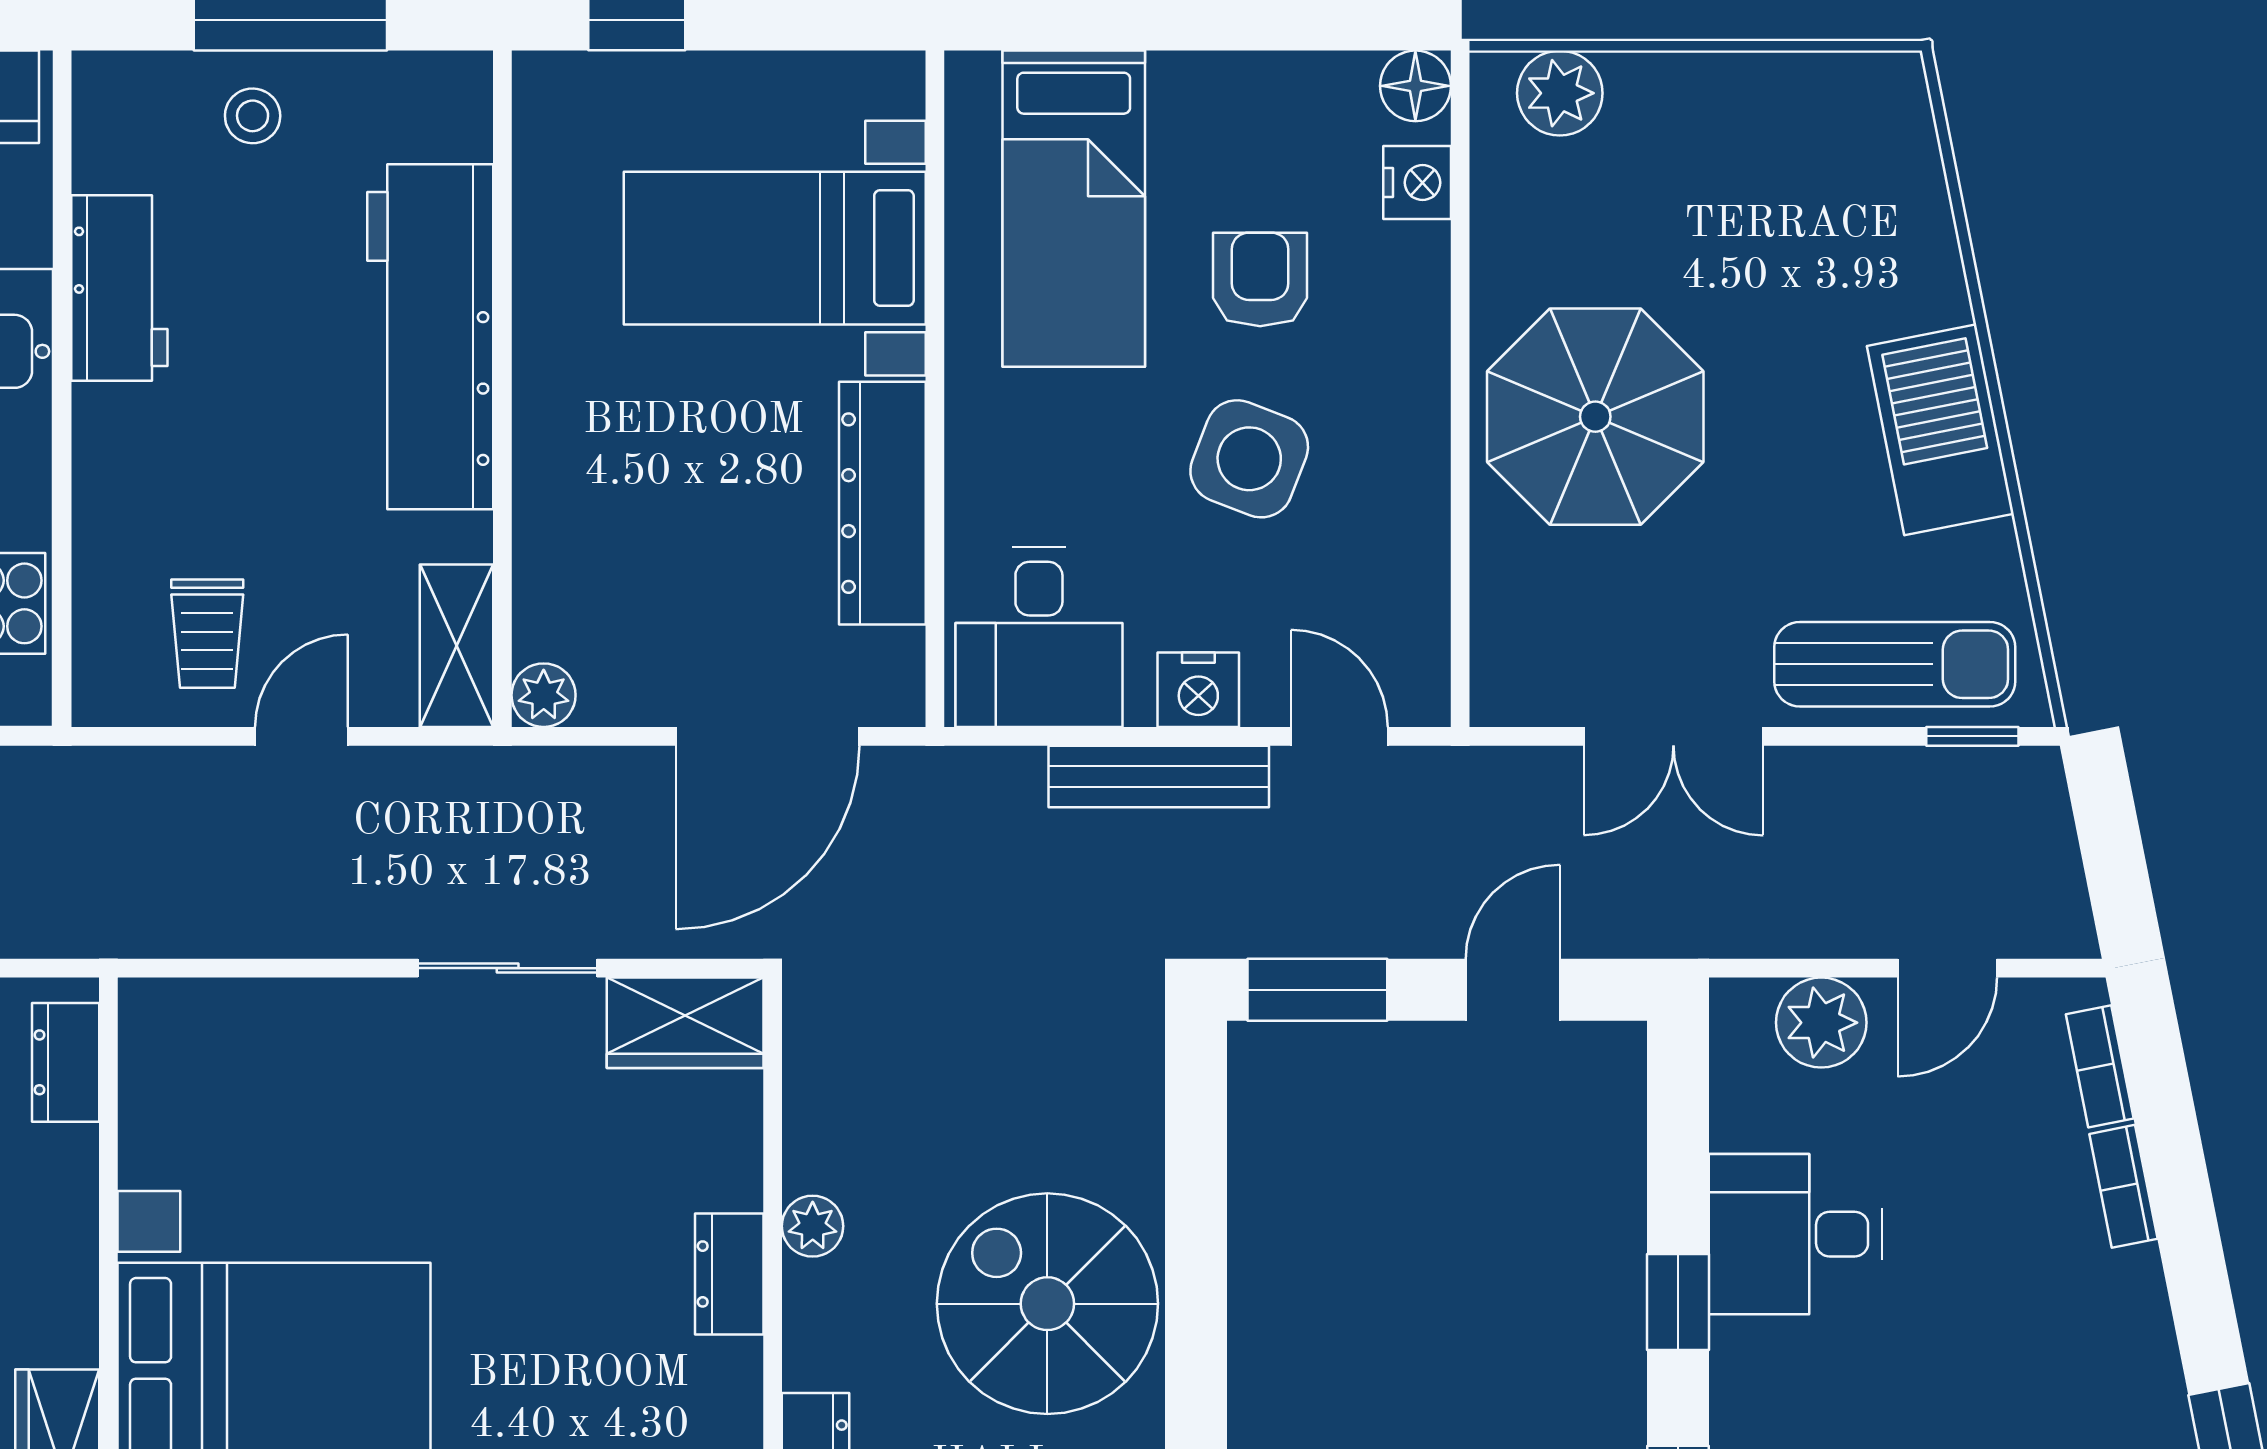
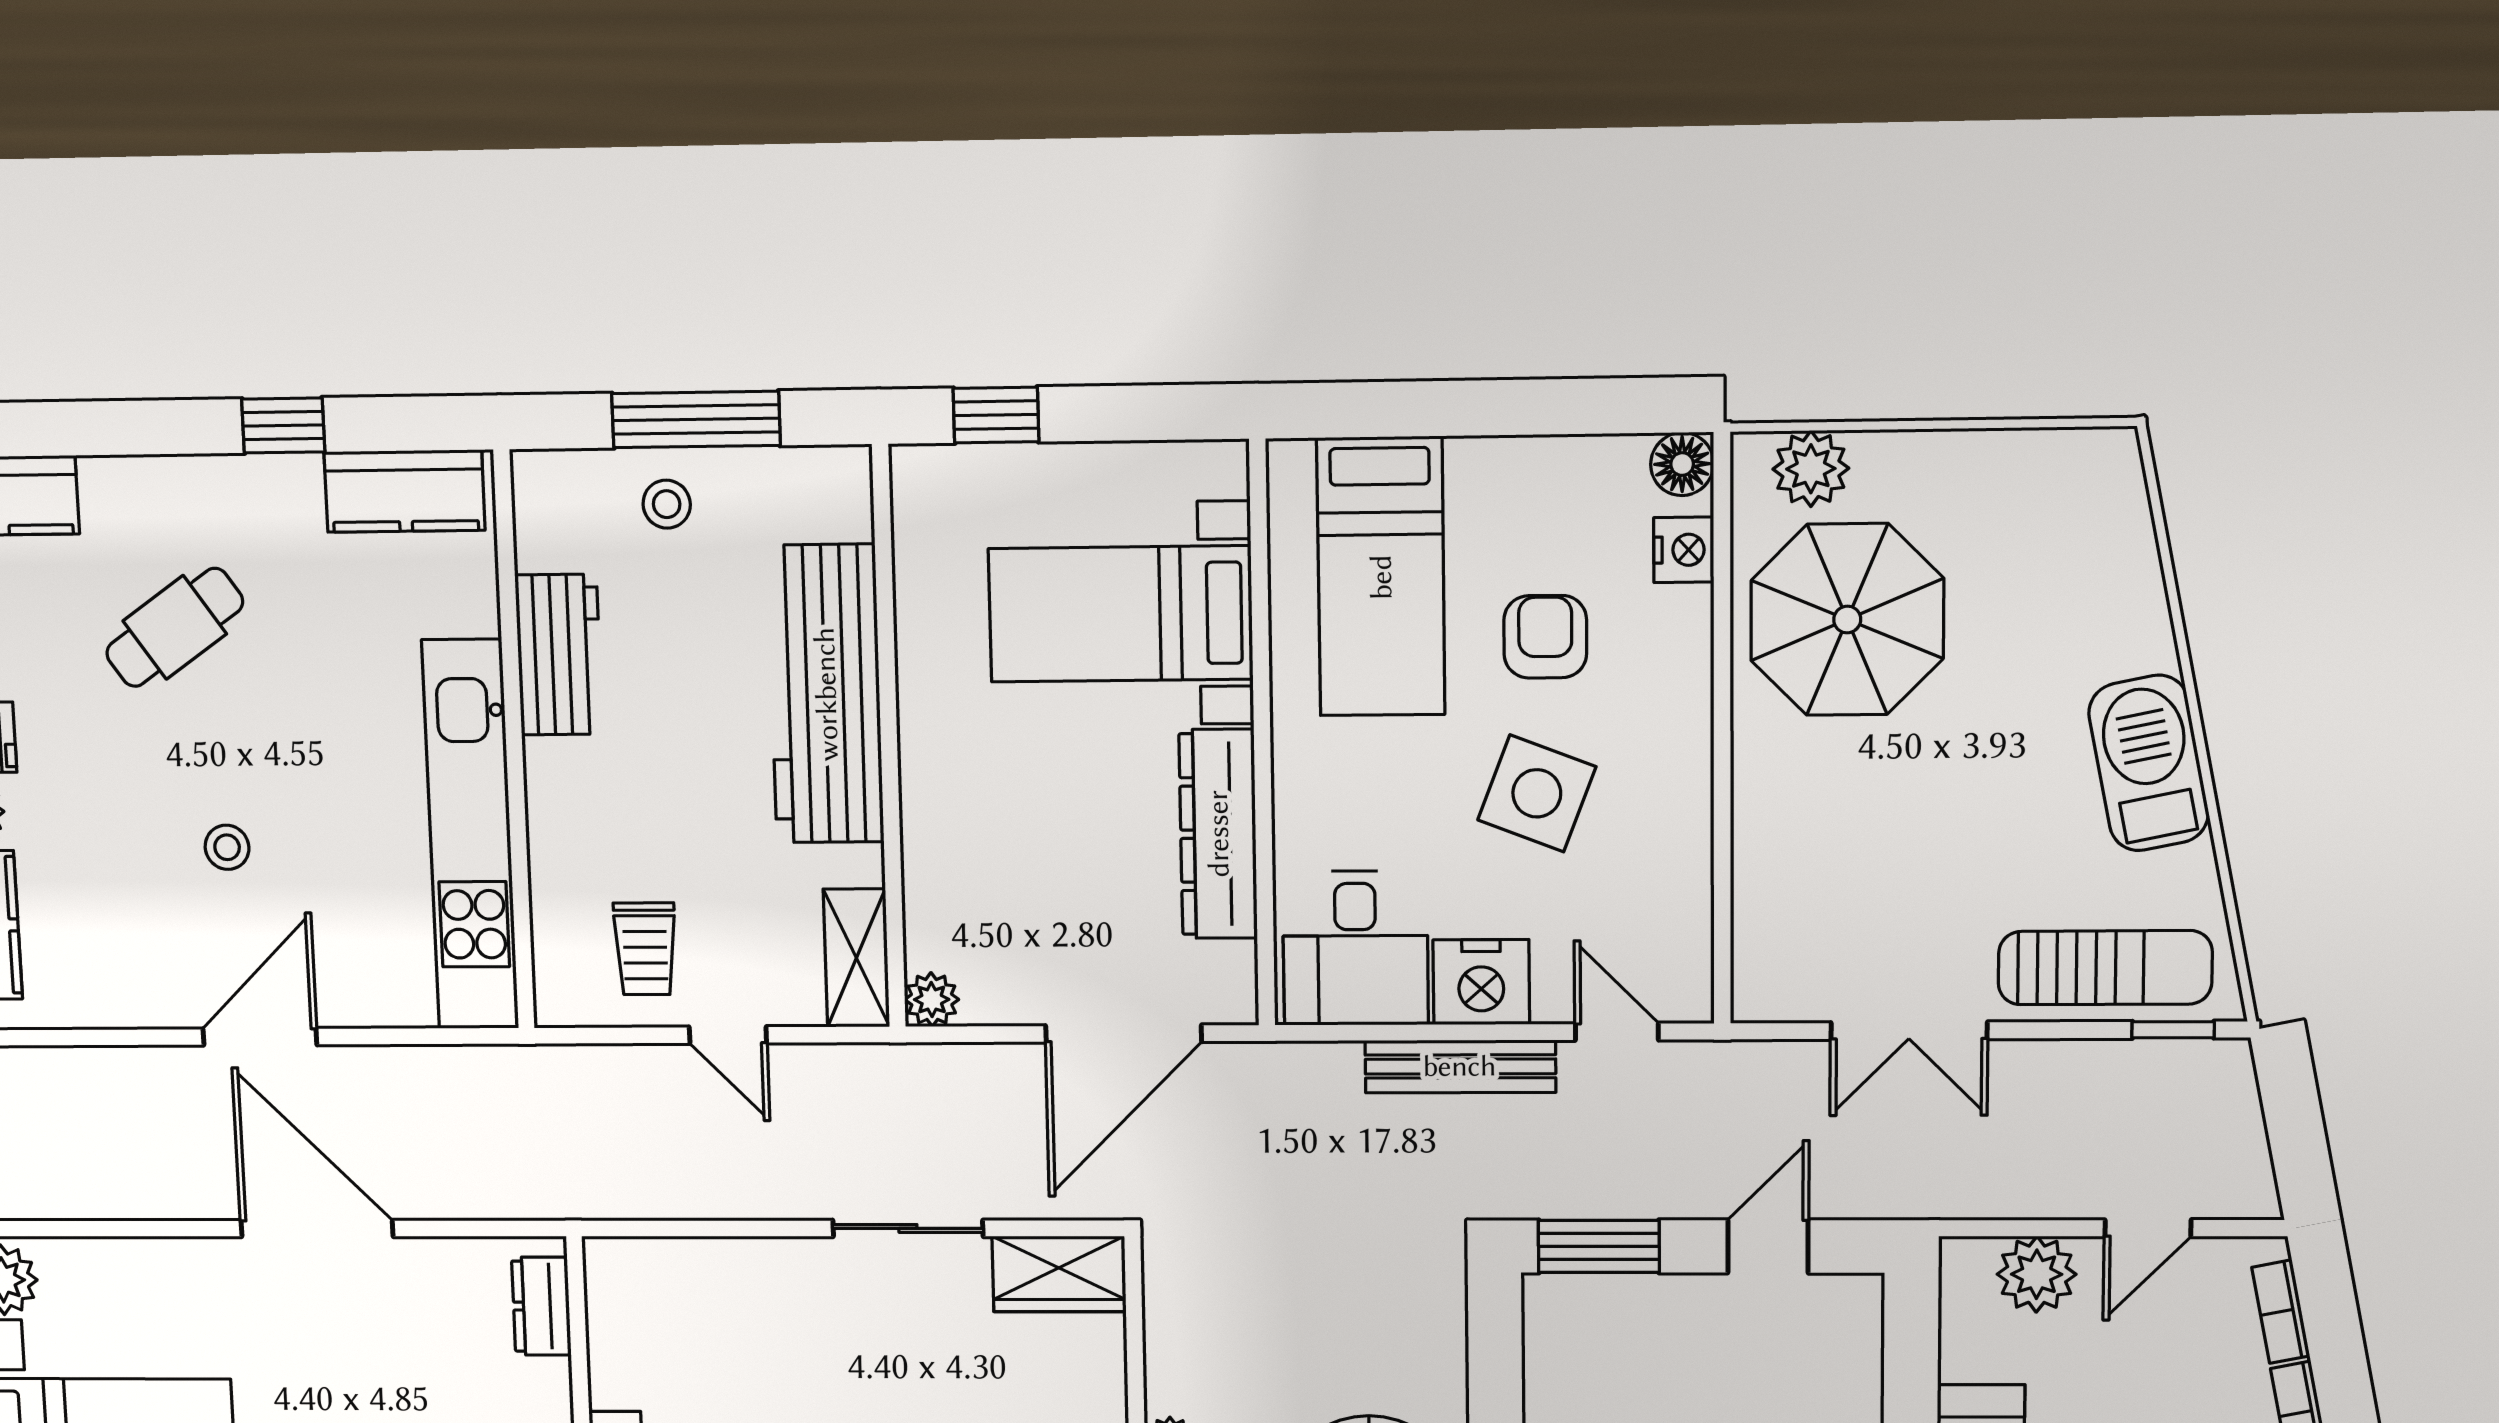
parasol: (1595, 417) -> (1847, 620), moved
nightstand: (1198, 690) -> (1481, 982), width x1.36, depth x1.33
door: (302, 736) -> (728, 1035), swing flipped

